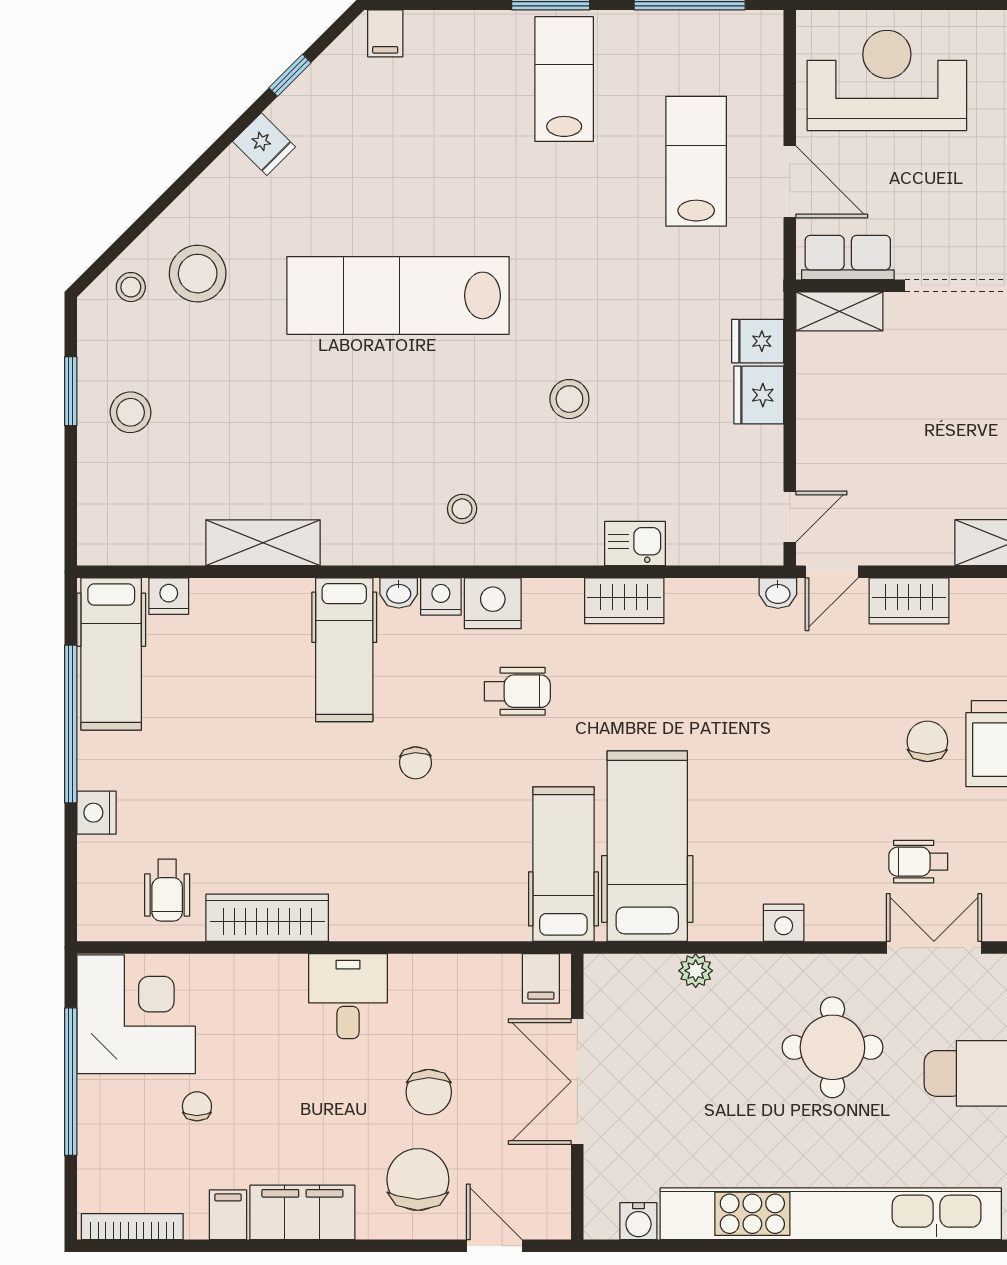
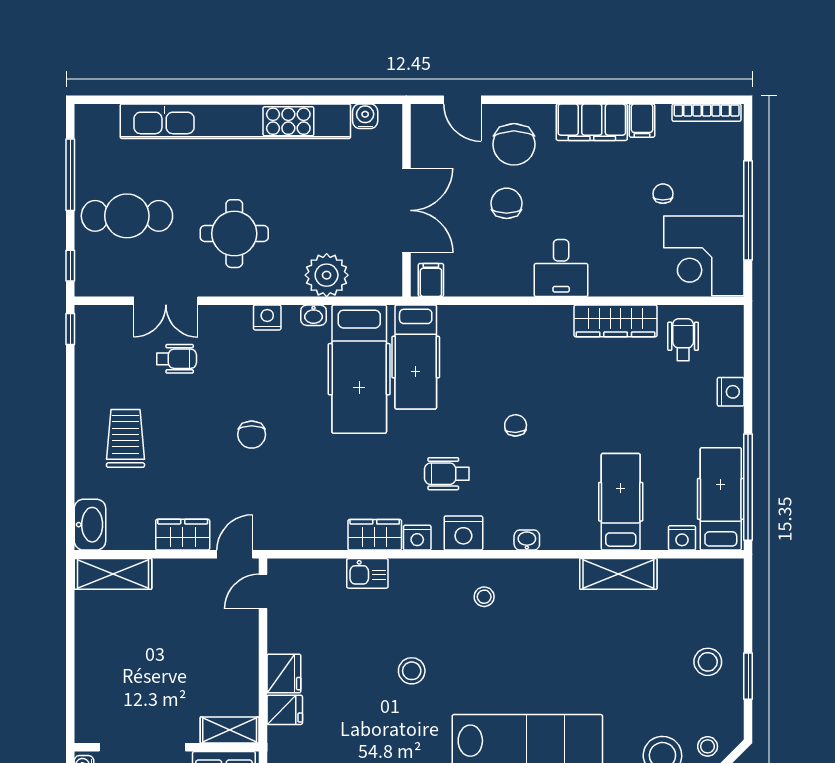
washbasin: (778, 593) -> (313, 315), moved, turned 180
nightstand: (441, 596) -> (417, 538), moved
hospital bed: (344, 650) -> (621, 502), moved
window: (71, 724) -> (748, 487), moved
chair: (927, 741) -> (252, 435), moved
plant: (696, 971) -> (327, 275), width x1.88, depth x1.88
chair: (197, 1106) -> (663, 194), turned 180

